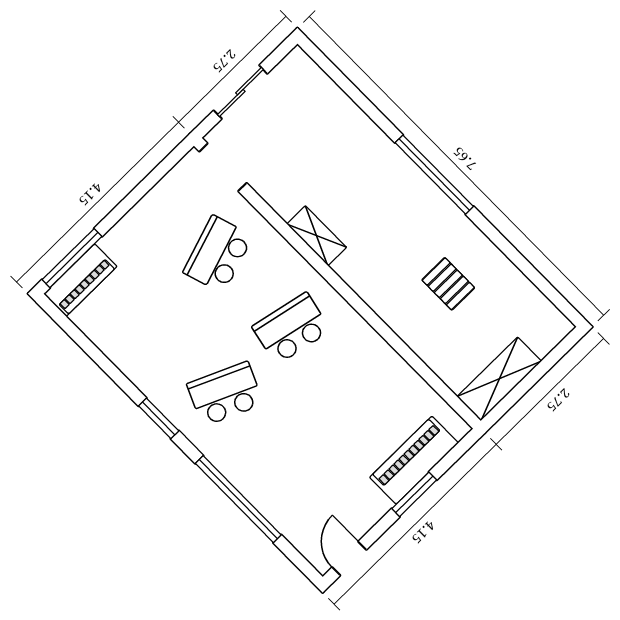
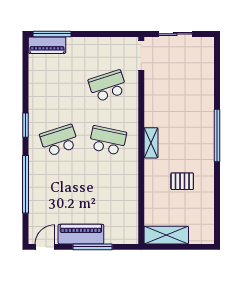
shelving: (317, 236) -> (151, 143), moved
pallet: (448, 284) -> (182, 181), turned 90
school desk: (225, 394) -> (59, 140), turned -42
piano: (414, 460) -> (81, 234), moved
window: (414, 494) -> (93, 247), width x1.44

